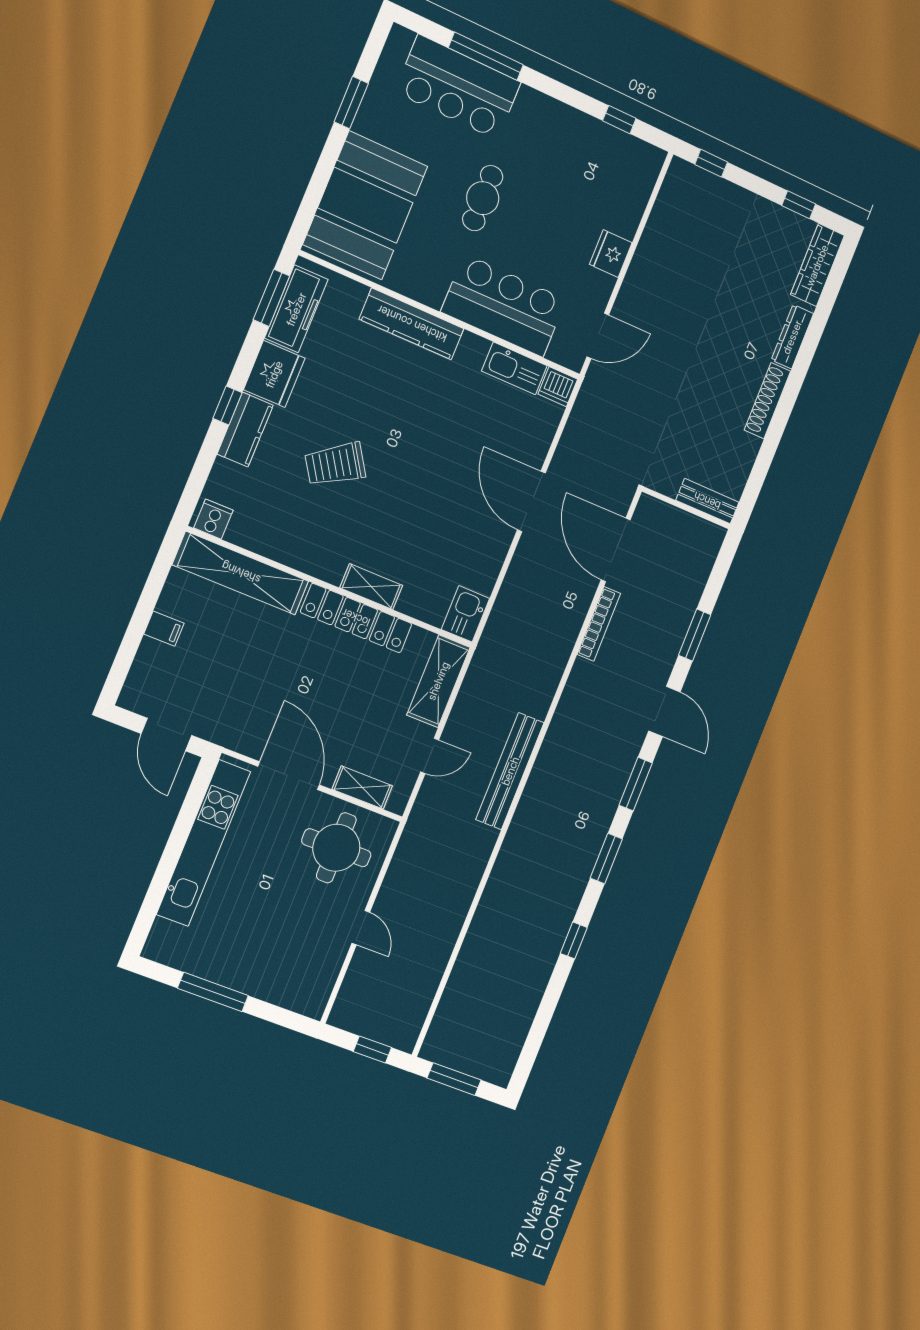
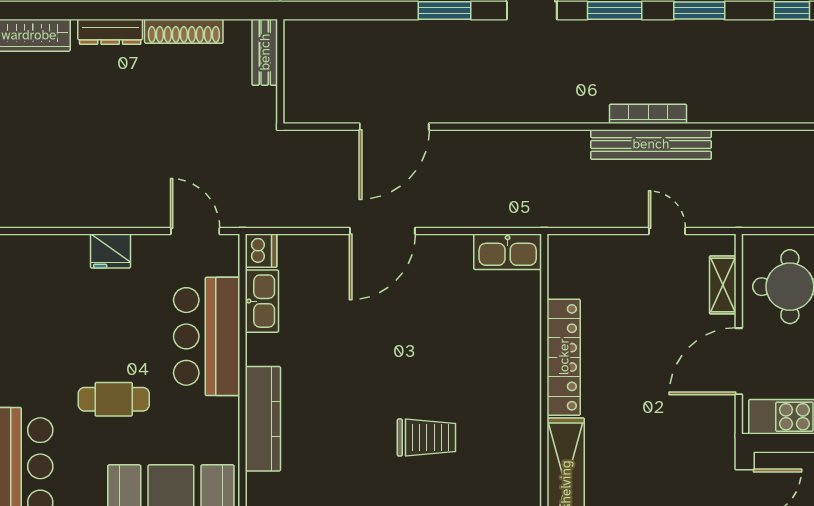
trolley: (335, 464) -> (426, 438), turned -57
bench: (707, 501) -> (265, 52), moved
wall: (686, 508) -> (280, 71), moved
shelving: (371, 587) -> (528, 355), removed
kitchen sink: (466, 614) -> (508, 252), width x1.38
bookcase: (599, 624) -> (648, 114), moved
shelving: (438, 681) -> (592, 252), removed

